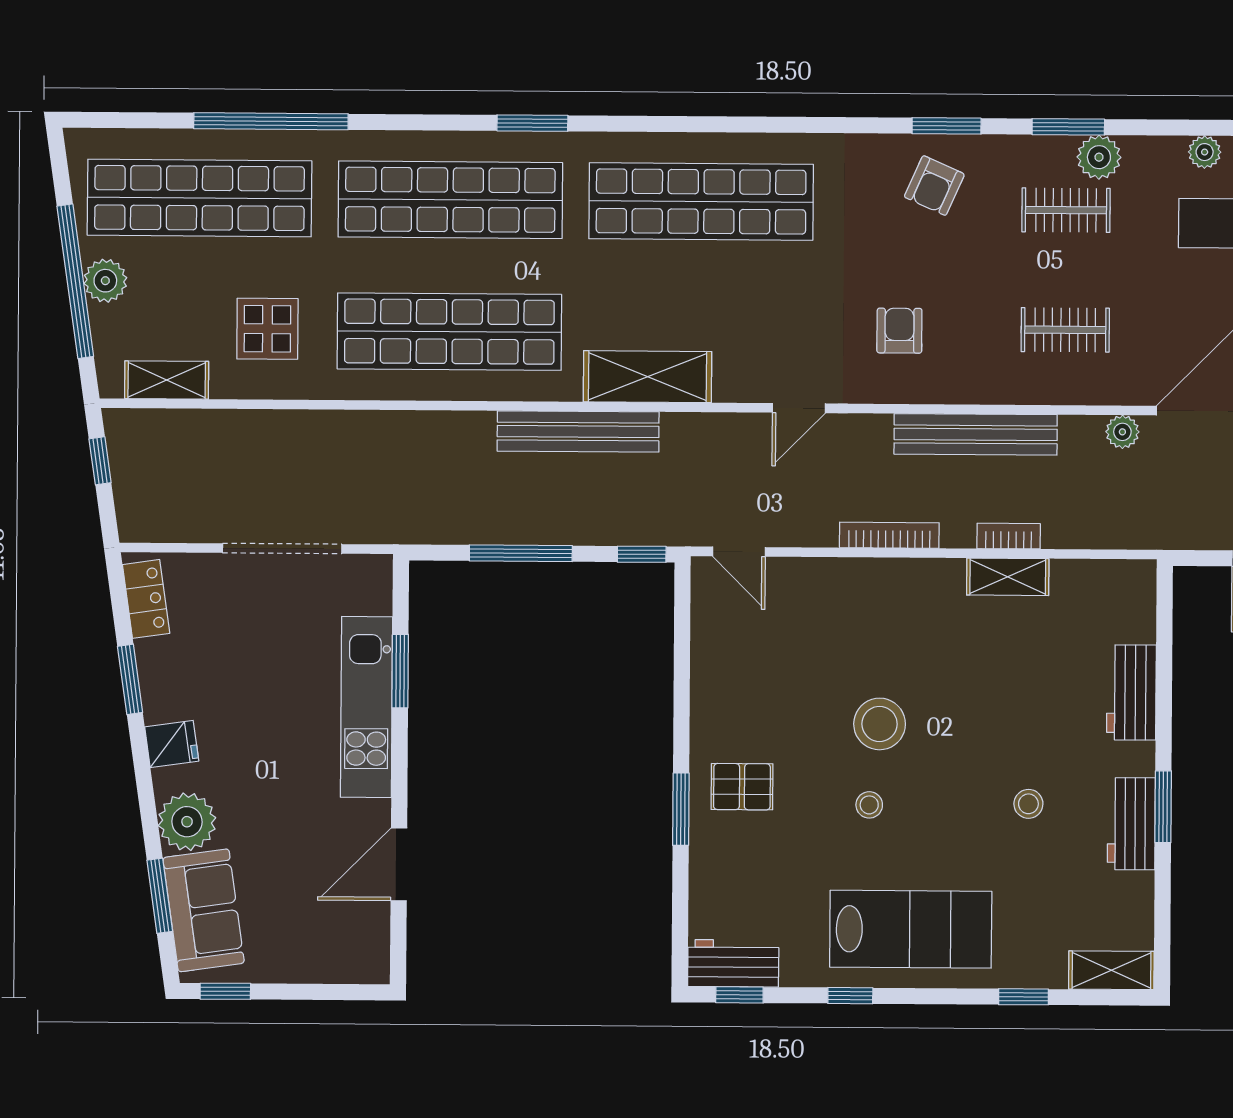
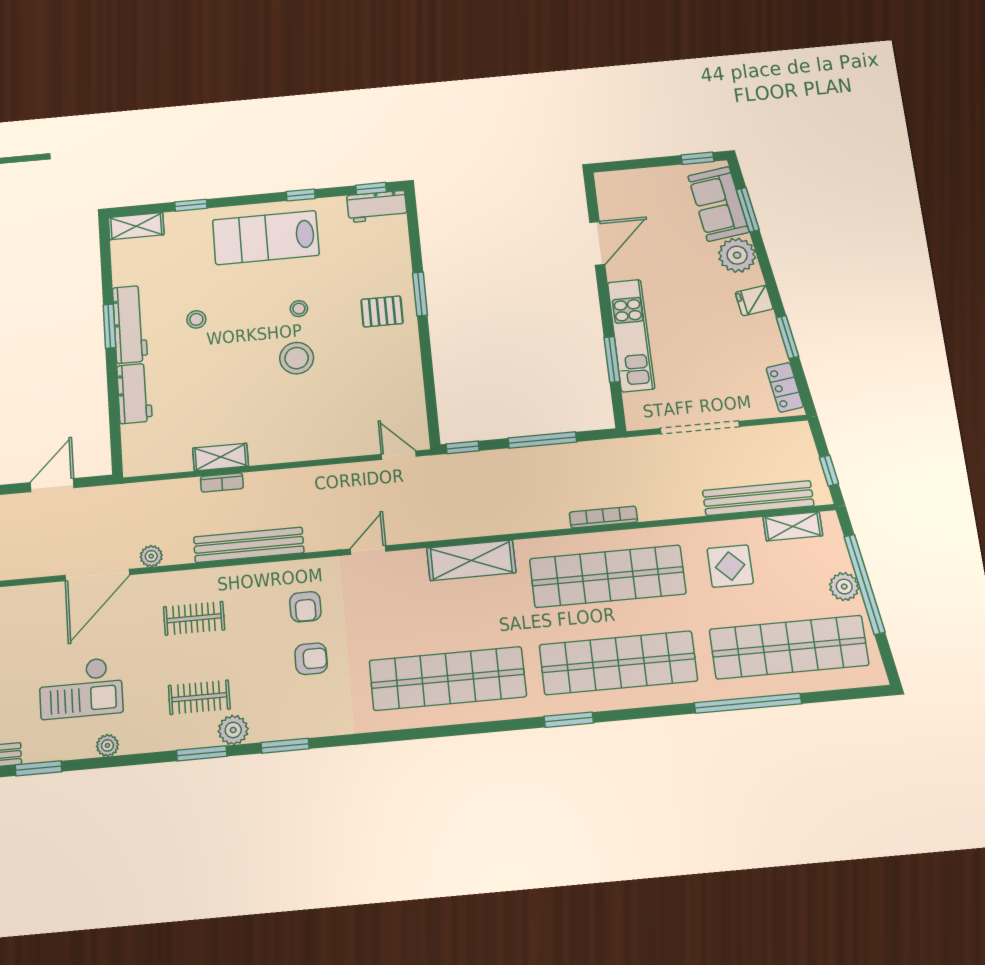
plant: (1099, 157) -> (233, 730), moved
armchair: (934, 186) -> (311, 659), moved, turned 66
bench: (578, 431) -> (758, 498), moved
bookcase: (889, 535) -> (603, 517), moved, turned 180
workbench: (1131, 824) -> (130, 324), width x1.38

